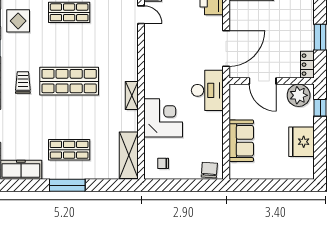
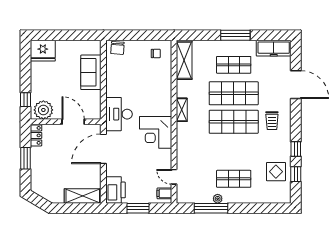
shop shelf: (69, 115) -> (234, 93), added
corner desk: (163, 118) -> (156, 132), moved
fridge: (302, 142) -> (43, 51), moved, turned 90

